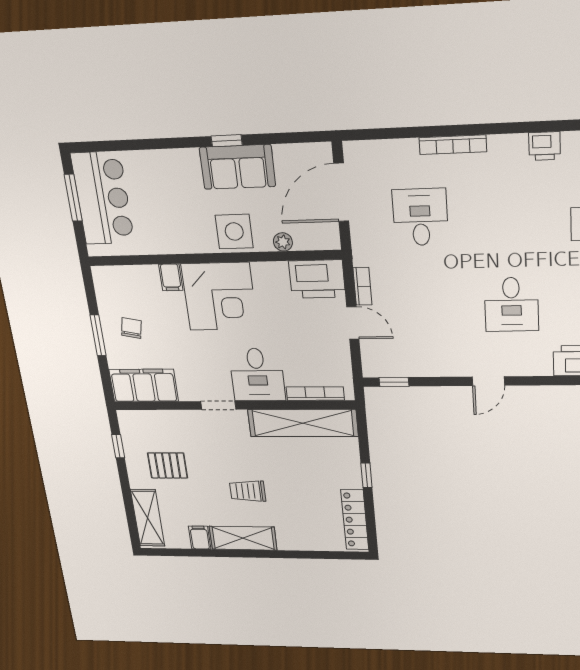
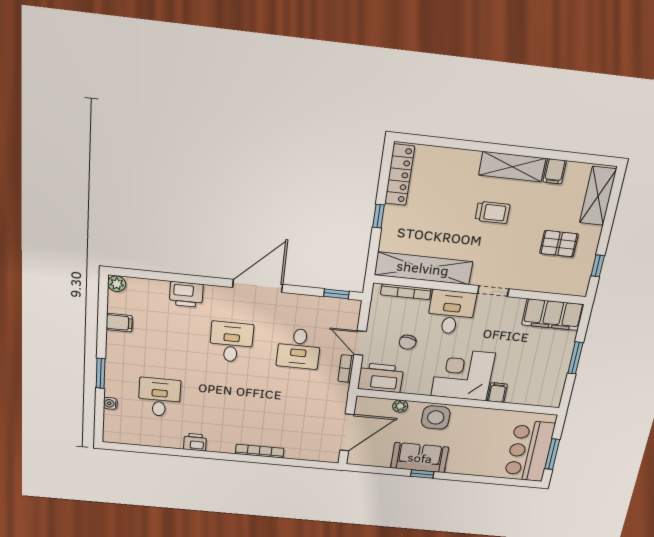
desk: (420, 217) -> (299, 349), moved
chair: (131, 328) -> (408, 342), moved
door: (488, 381) -> (258, 286), width x1.88

